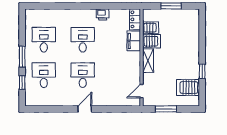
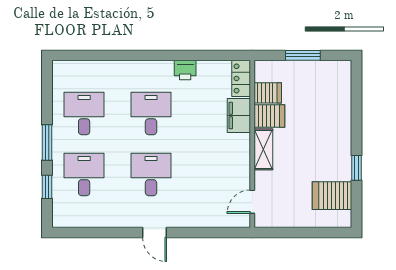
door: (85, 109) -> (154, 233), swing flipped
window: (166, 109) -> (294, 233), removed

